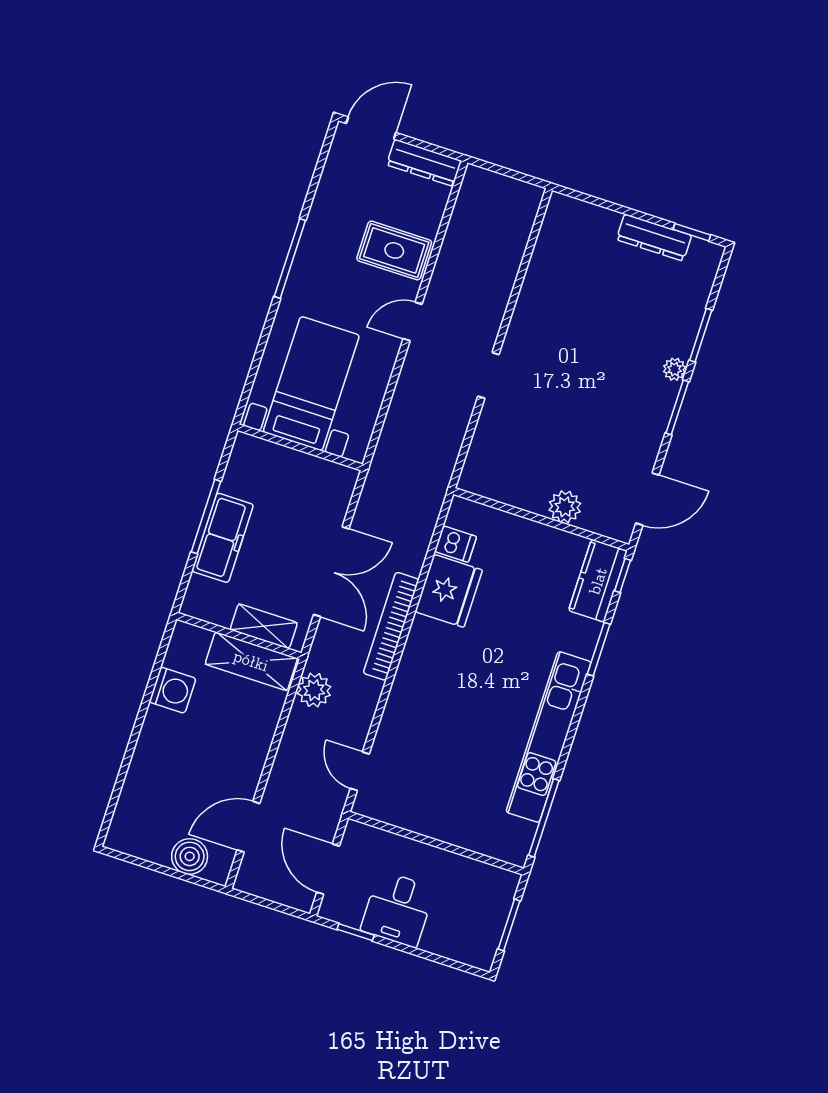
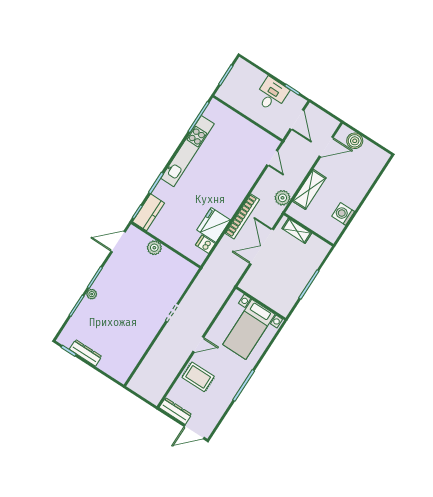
freezer: (223, 538) -> (304, 273), removed
shelving: (251, 661) -> (309, 189), moved, turned 90

